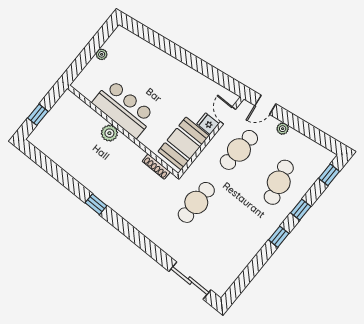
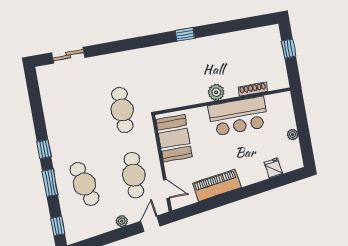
piano: (191, 79) -> (217, 185), added
fridge: (208, 124) -> (273, 168), moved, turned -98
plant: (109, 133) -> (216, 92), moved
shoe rack: (156, 167) -> (253, 89), moved
window: (301, 210) -> (50, 183), width x1.50
sliding door: (190, 281) -> (68, 55), width x0.73

